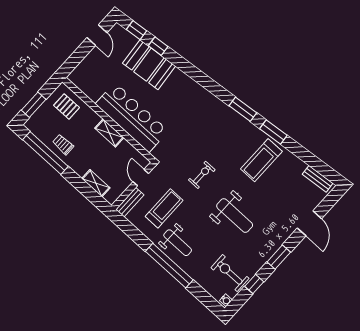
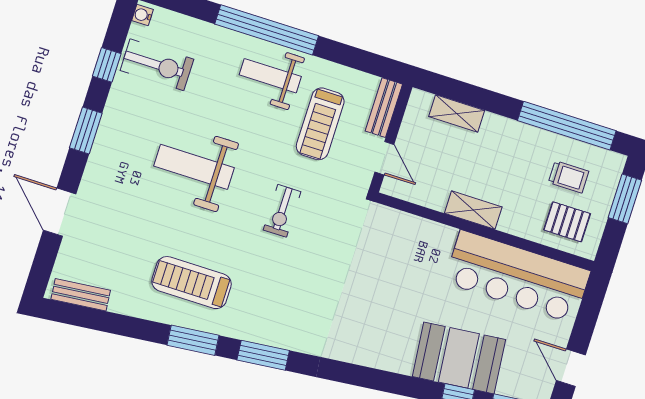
bar counter: (132, 117) -> (517, 277), moved
trolley: (63, 144) -> (569, 177), moved
treadmill: (261, 160) -> (191, 283), turned -90

